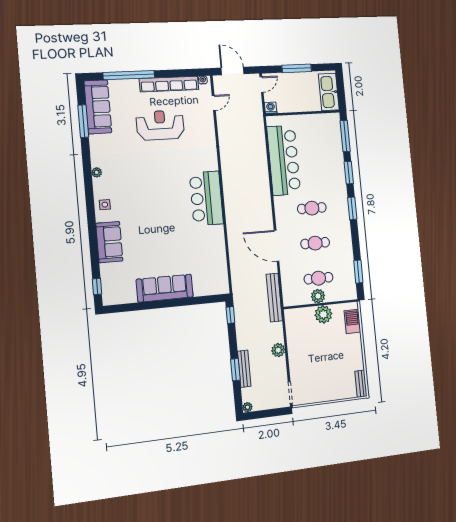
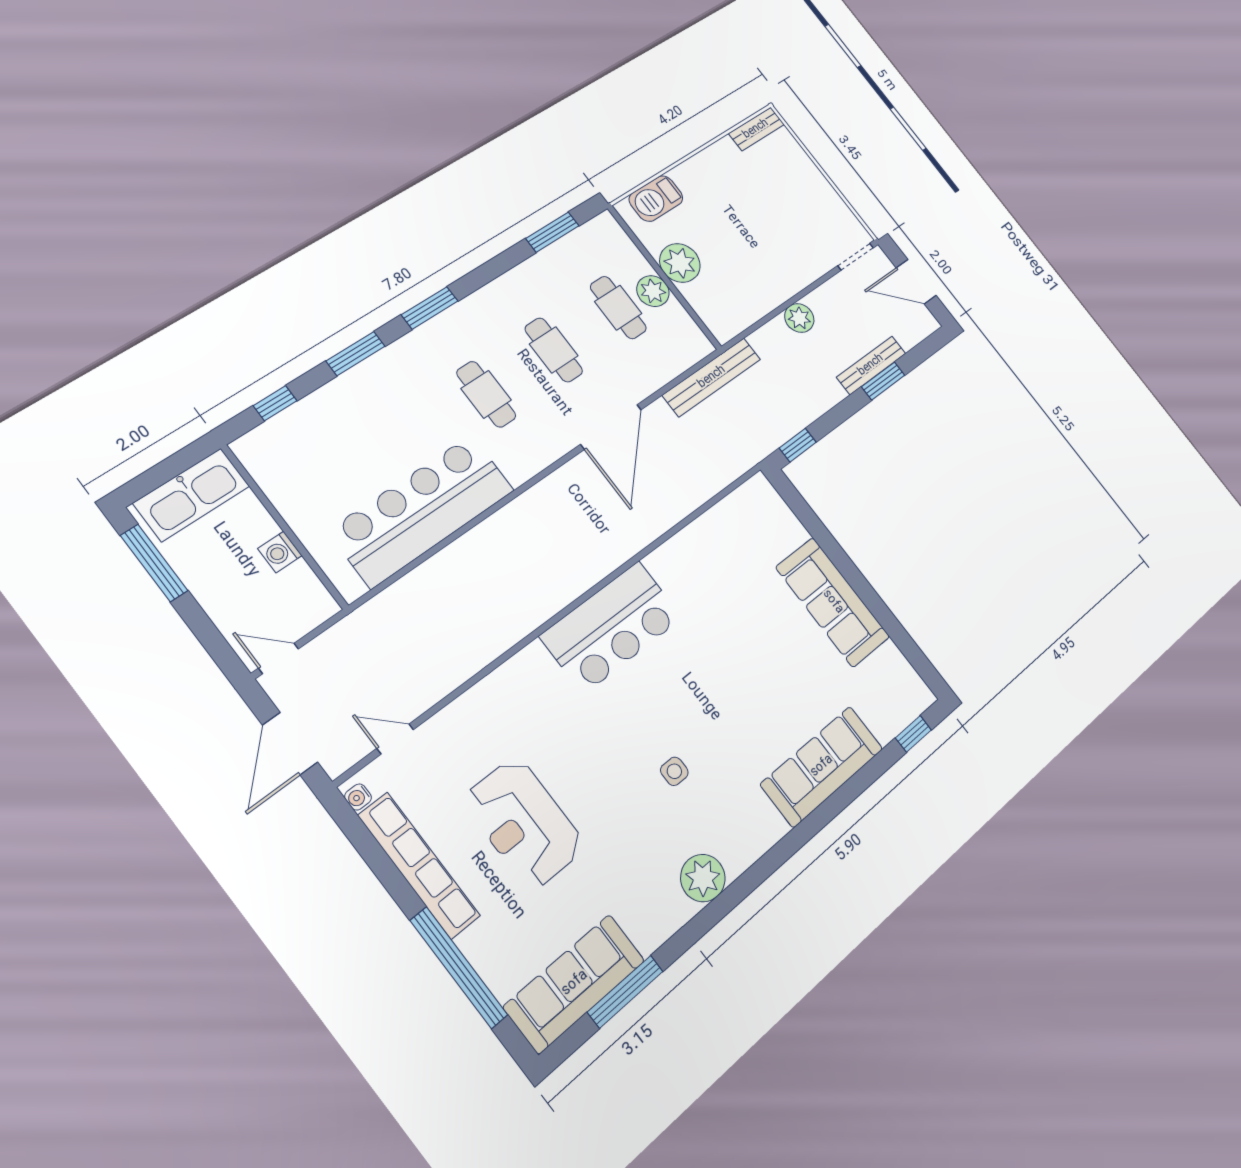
window: (297, 68) -> (154, 563), moved
washing machine: (271, 108) -> (280, 552), moved
window: (345, 136) -> (275, 403), width x0.46
plant: (97, 172) -> (703, 878), width x1.88, depth x1.88
side table: (105, 205) -> (674, 771), moved
sofa: (109, 242) -> (822, 766), width x1.36
plant: (247, 407) -> (929, 323), removed
door: (267, 413) -> (916, 282), added

